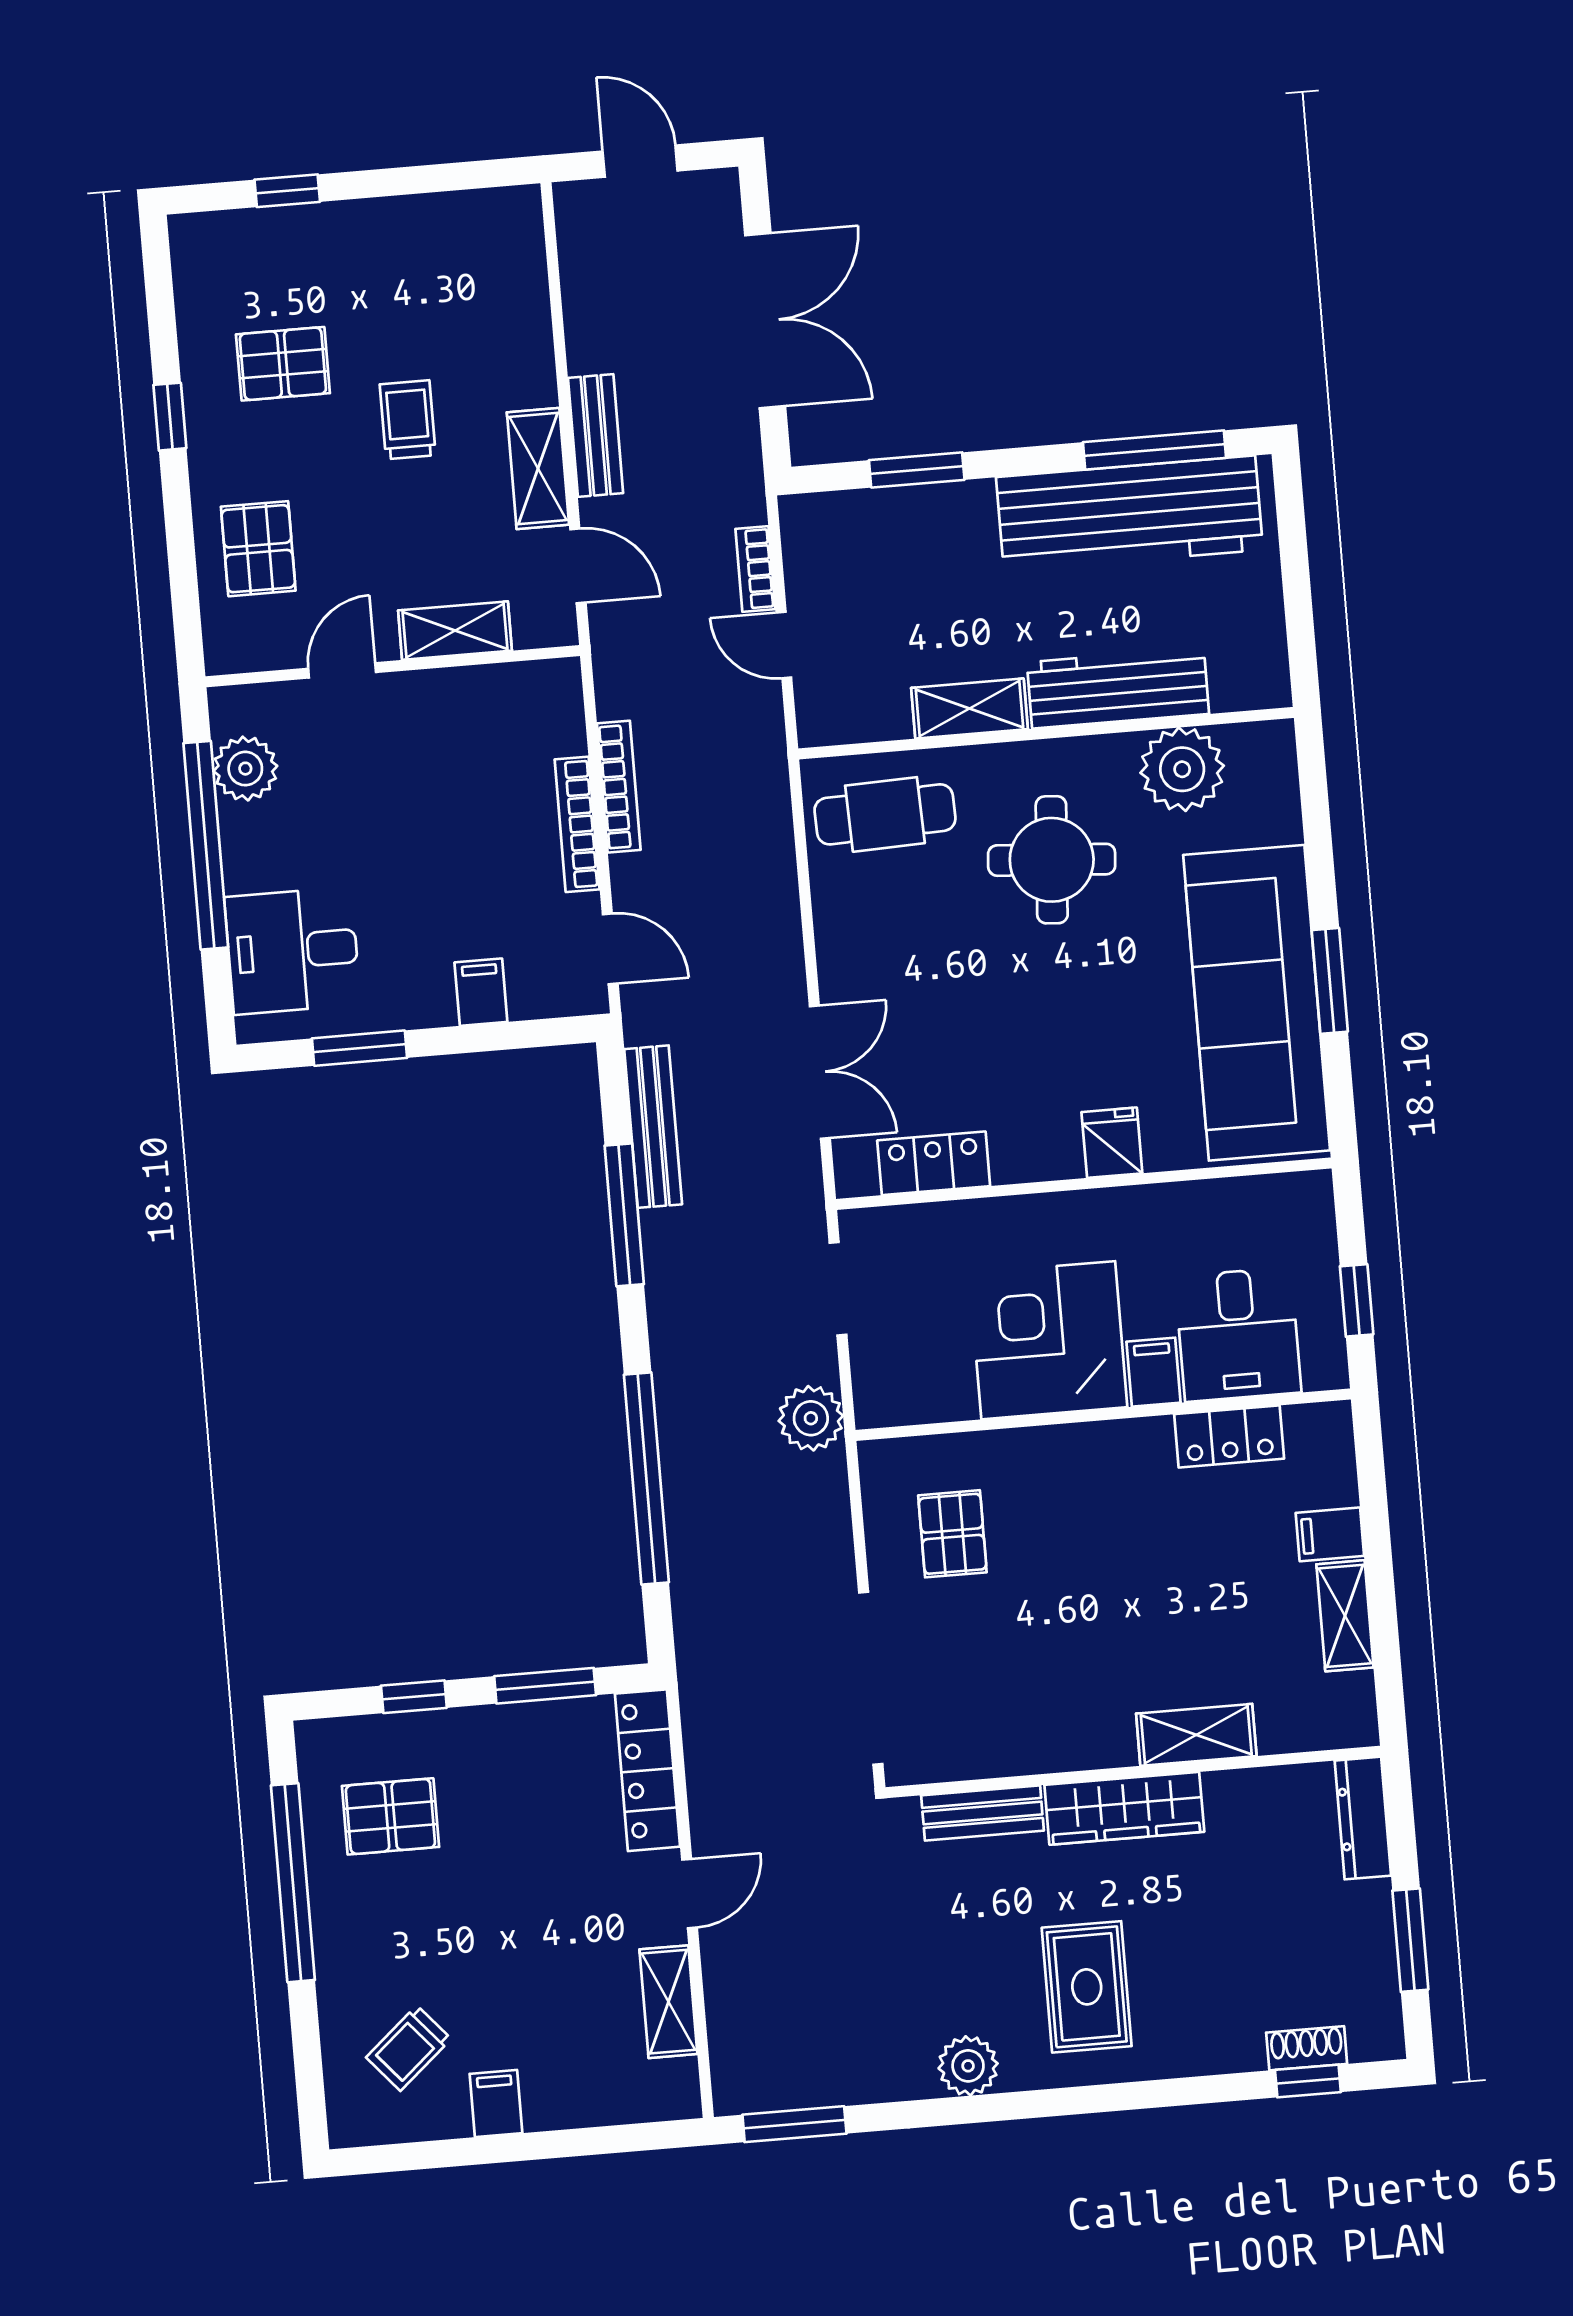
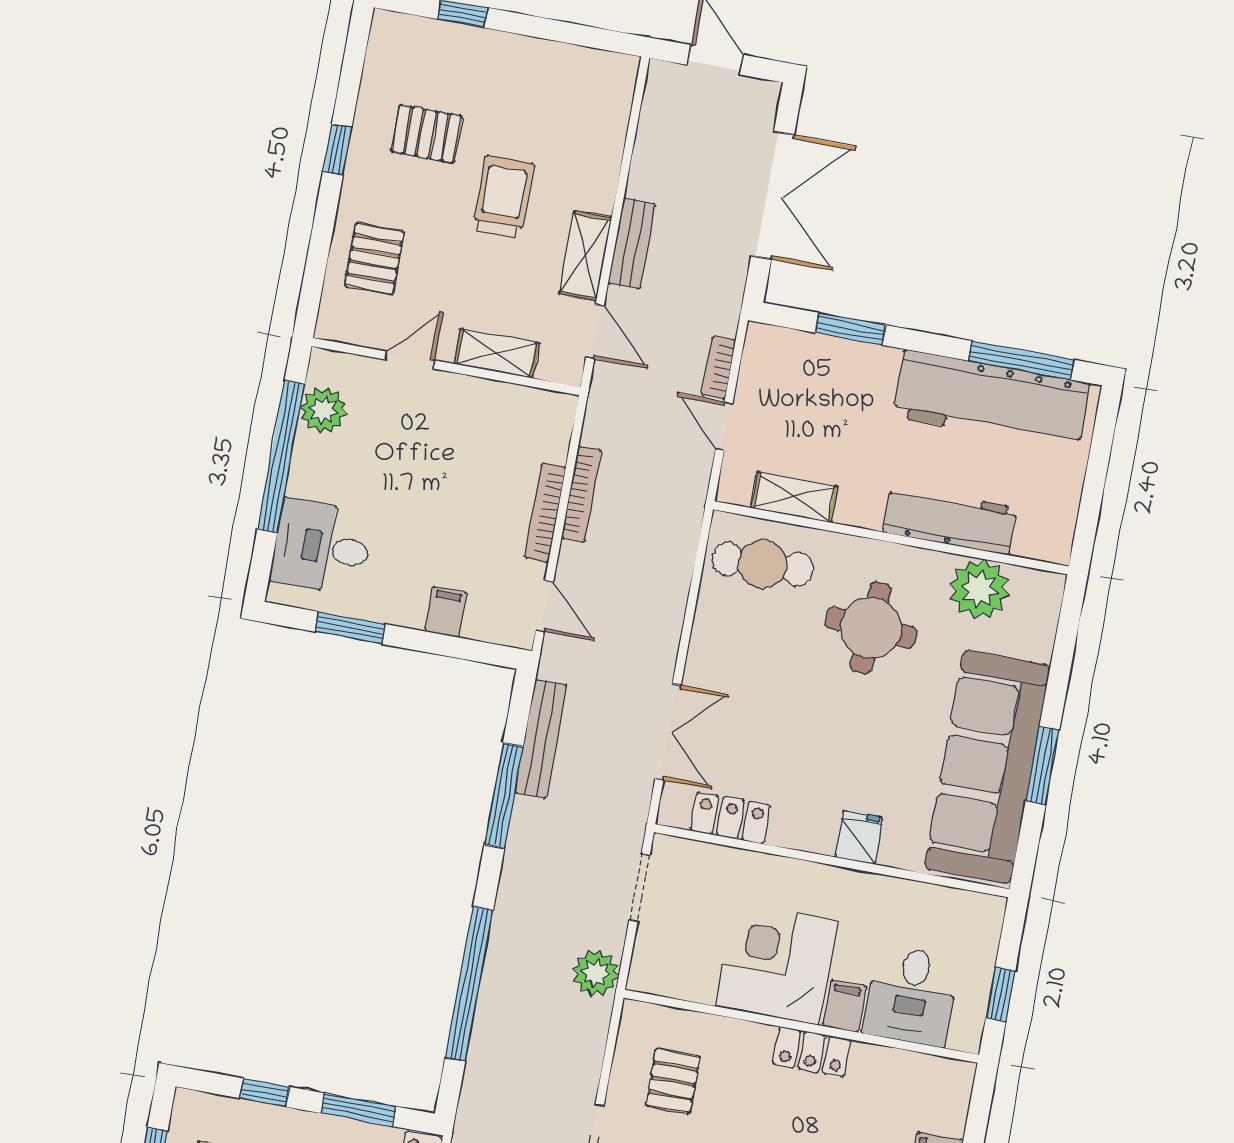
trolley: (408, 420) -> (503, 197), width x1.36, depth x1.39
shelving: (969, 708) -> (794, 497), moved
locker: (1229, 1436) -> (812, 1052), moved

